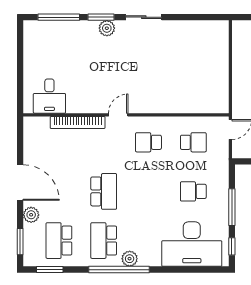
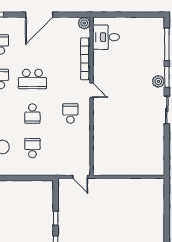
school desk: (193, 142) -> (32, 114), moved
window: (232, 207) -> (20, 178), removed
plant: (31, 215) -> (84, 23), moved

